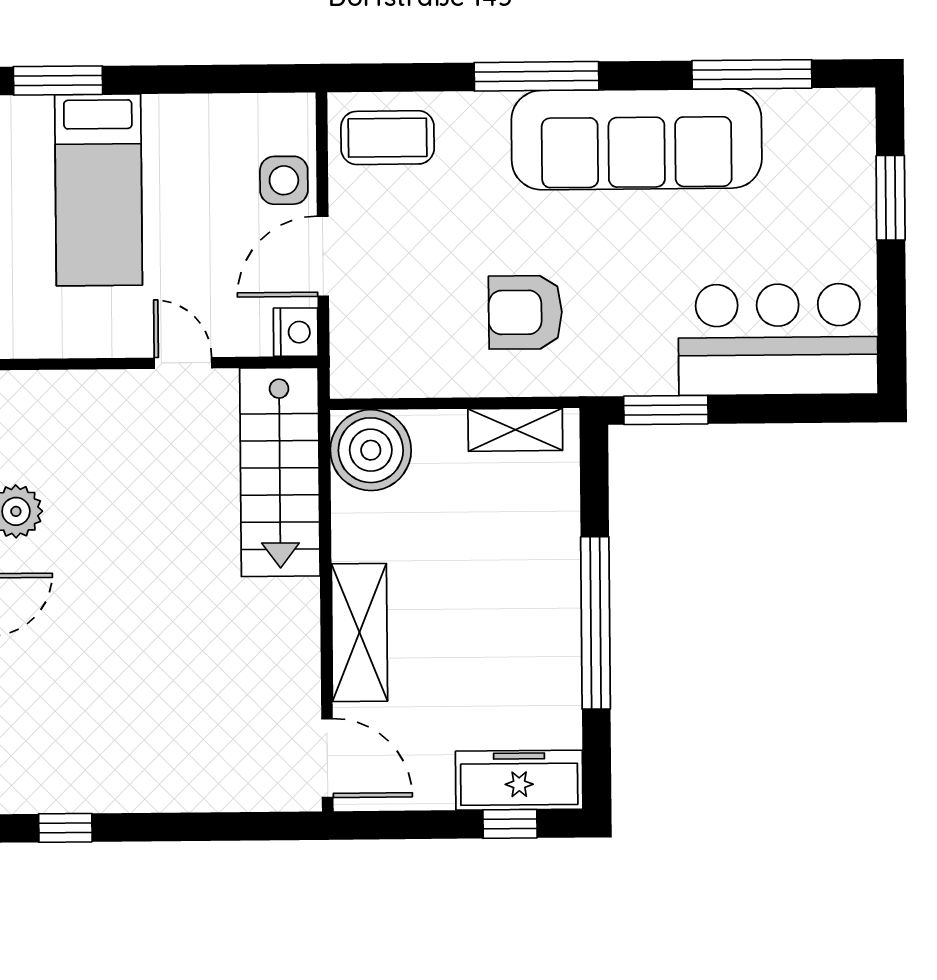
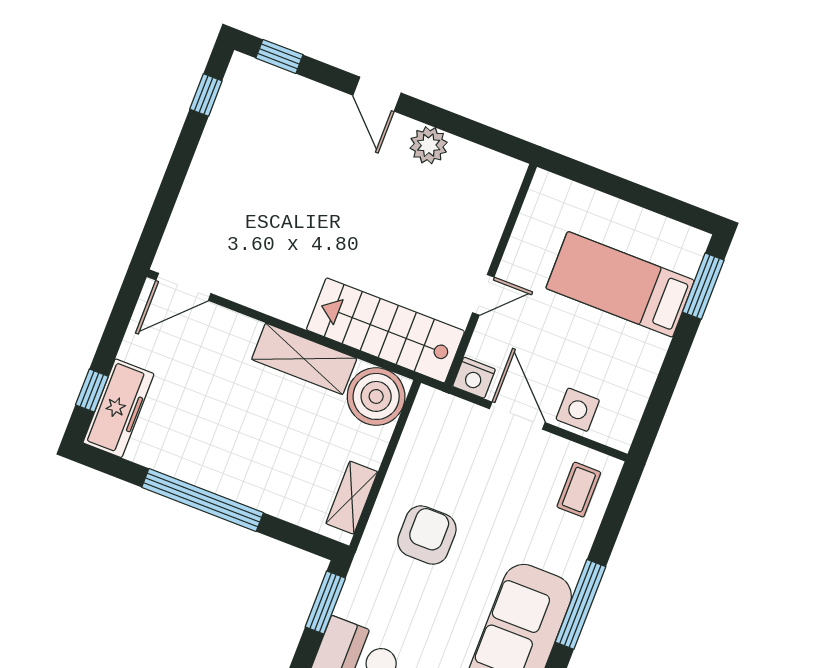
coffee table: (388, 138) -> (579, 490), width x0.73, depth x0.77
shelving: (359, 633) -> (304, 359), moved

